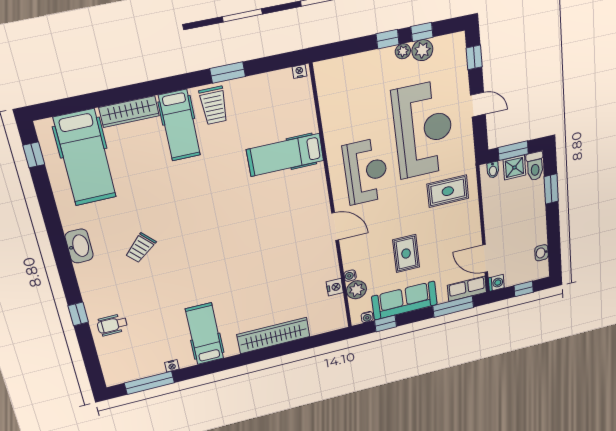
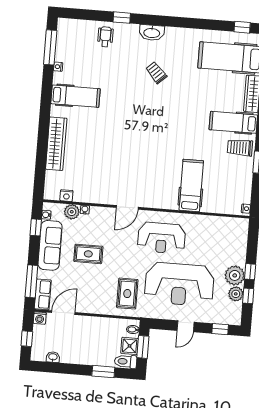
plant: (403, 51) -> (235, 275), width x1.88, depth x1.88
washbasin: (79, 246) -> (152, 33), moved
nightstand: (335, 287) -> (66, 196), moved

